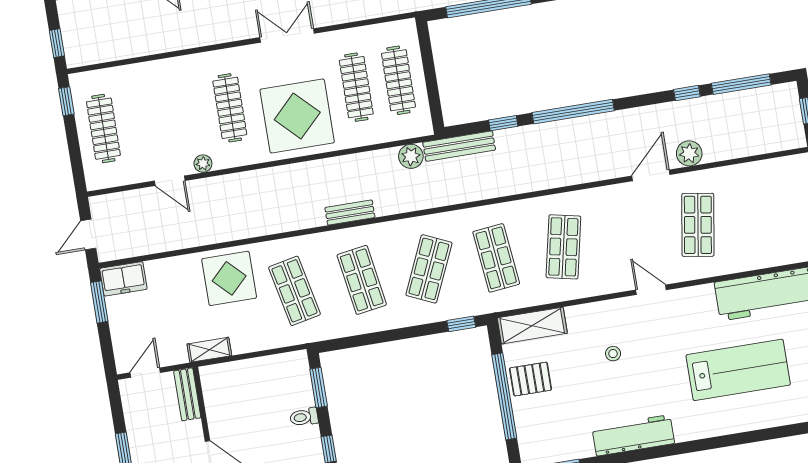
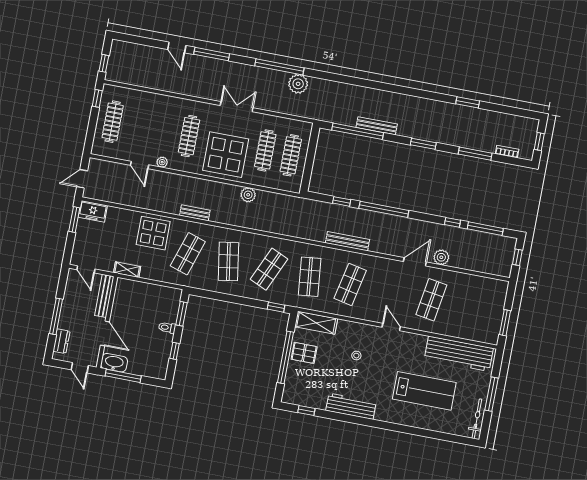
bench: (459, 146) -> (347, 241), moved
plant: (411, 156) -> (248, 195), moved
bench: (350, 213) -> (195, 213), moved
shop shelf: (294, 291) -> (188, 254), turned 30
door: (145, 373) -> (86, 269), swing flipped
bench: (187, 394) -> (104, 296), width x1.36

